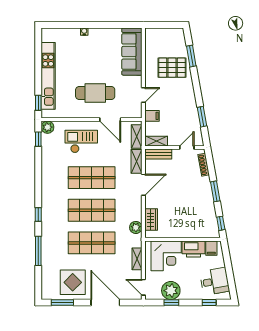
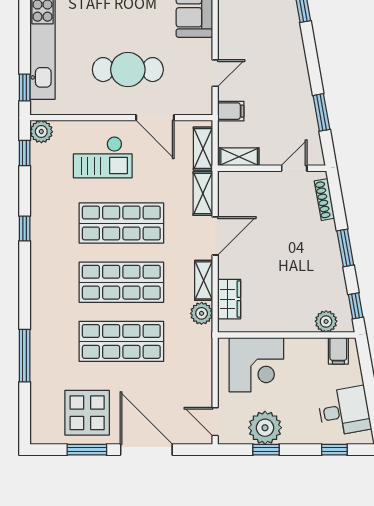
pallet: (172, 68) -> (267, 24), removed
checkout: (81, 141) -> (103, 157), turned 180
bench: (158, 154) -> (242, 180), removed
window: (38, 215) -> (25, 228), moved
plant: (205, 232) -> (326, 321), added
printer: (193, 249) -> (306, 352), removed
shelving: (137, 259) -> (204, 280), moved
window: (62, 303) -> (87, 450), moved

